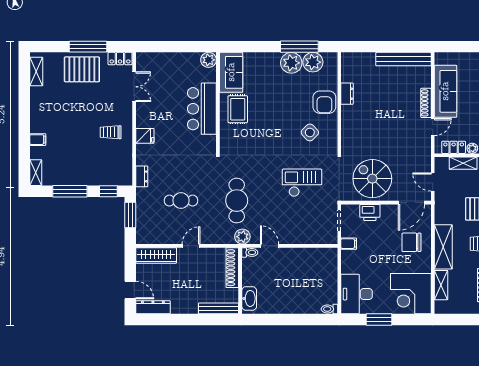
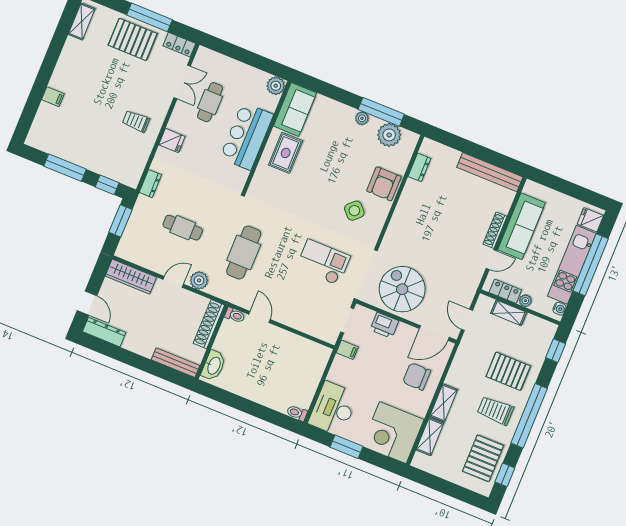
plant: (291, 63) -> (362, 118), width x0.53, depth x0.53
cafe table: (162, 94) -> (210, 102), added
dresser: (347, 94) -> (419, 167), moved
shelving: (36, 173) -> (36, 132), removed
plant: (242, 237) -> (199, 280), moved
shelving: (443, 247) -> (444, 403), width x0.67, depth x0.75

